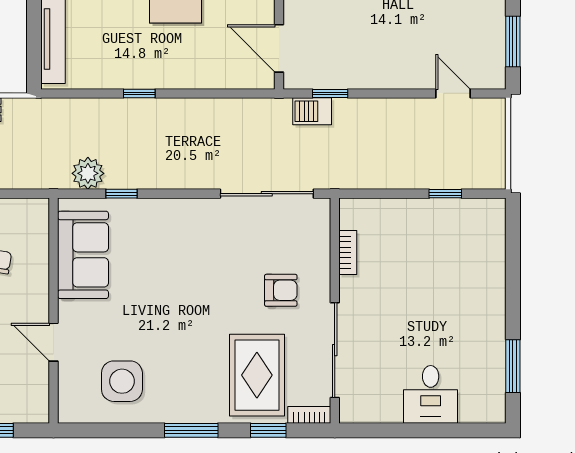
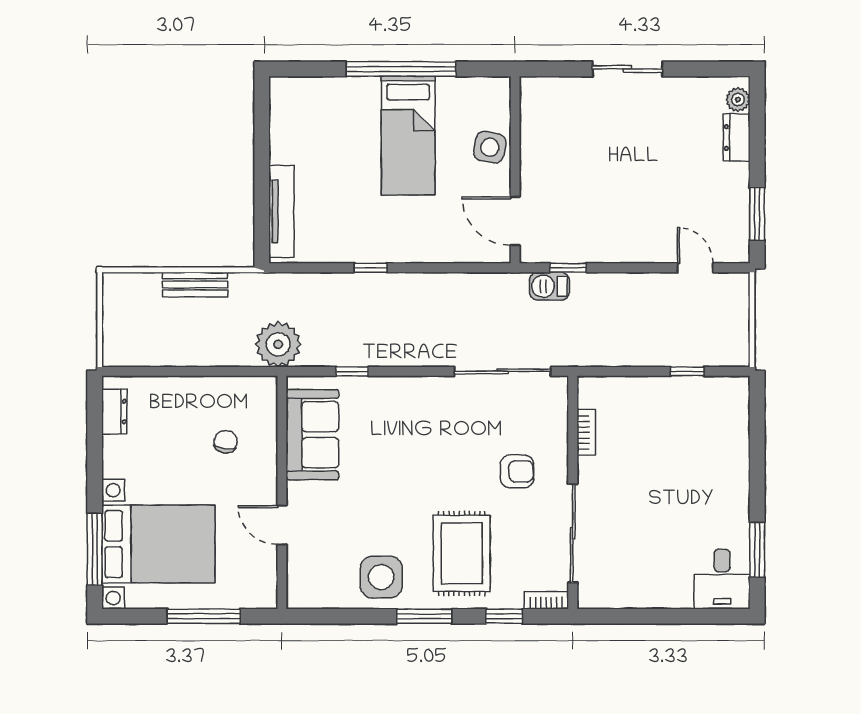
plant: (88, 173) -> (278, 344), moved, width x1.36, depth x1.36
rug: (257, 375) -> (462, 553), moved
side table: (122, 381) -> (381, 577), moved
desk: (431, 394) -> (722, 579), moved

